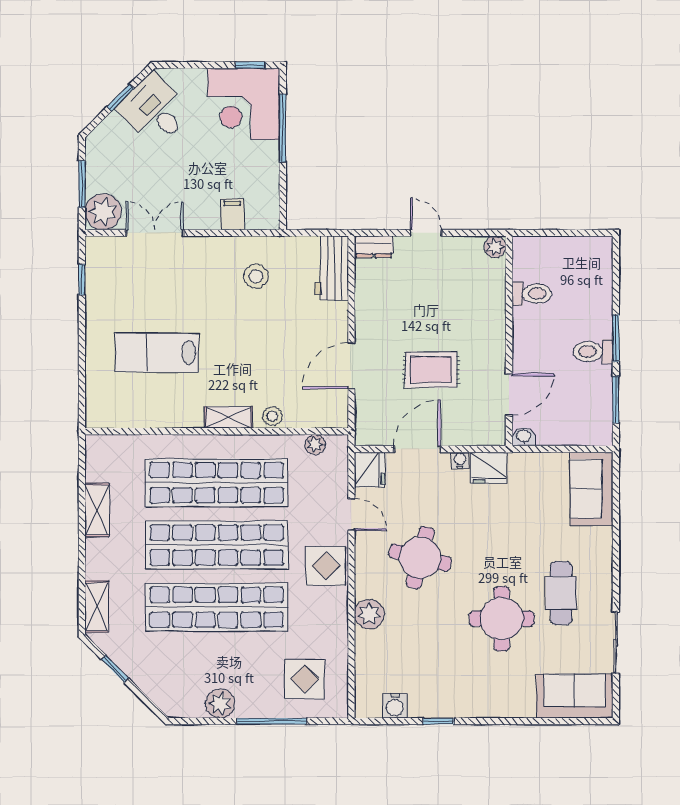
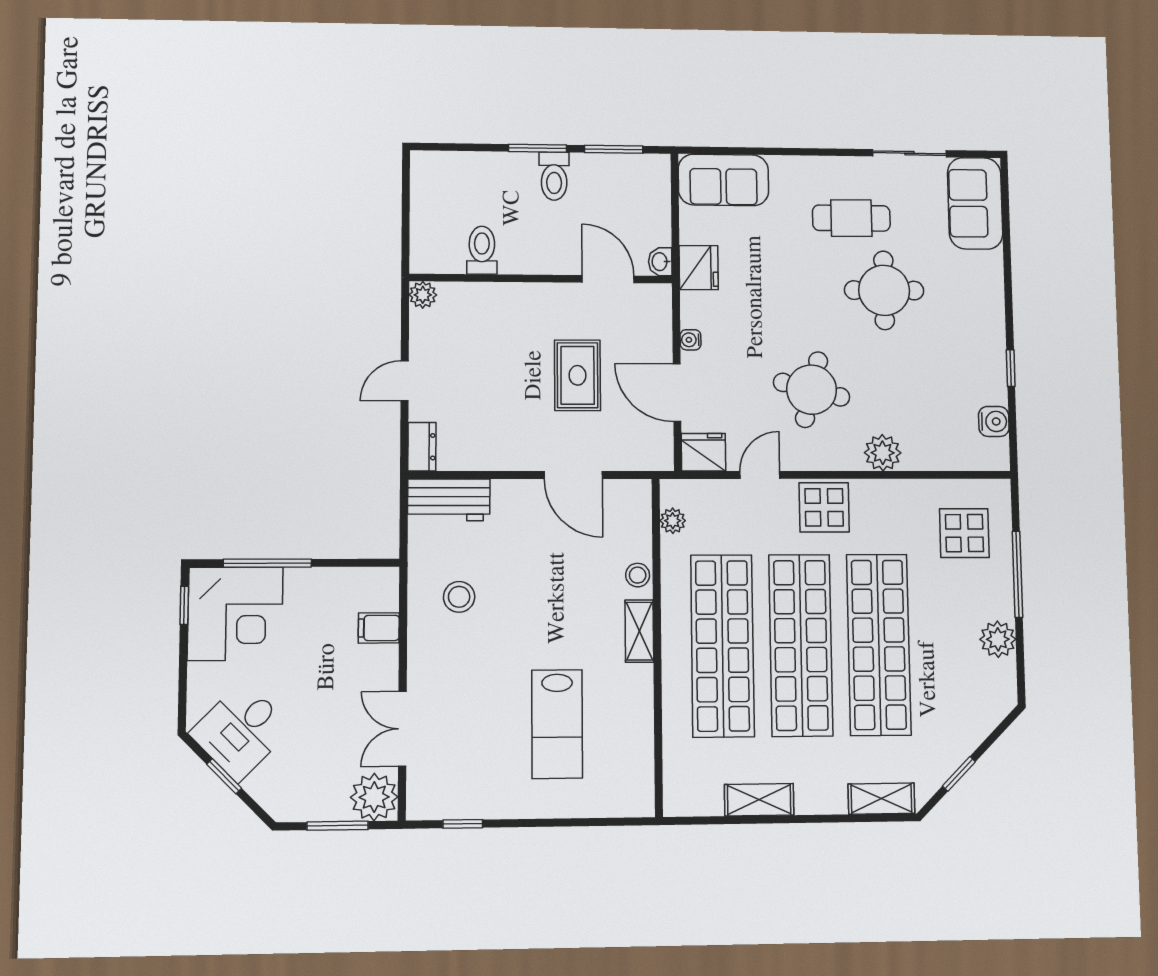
fridge: (489, 468) -> (699, 268), moved

